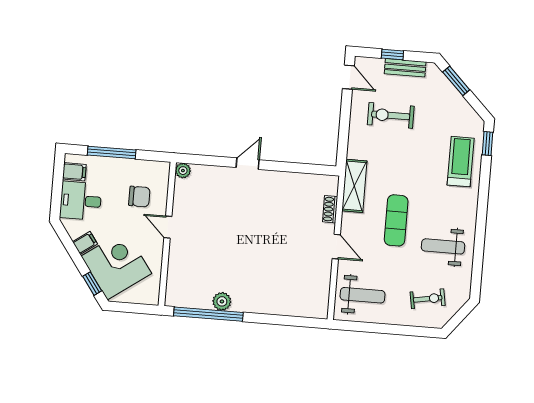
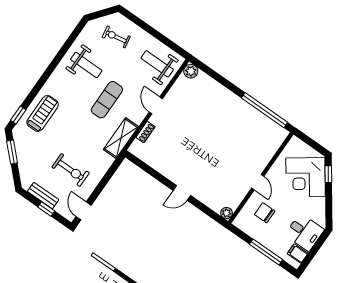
window: (456, 81) -> (12, 152), moved
treadmill: (461, 162) -> (43, 113), turned 180
filing cabinet: (85, 243) -> (318, 203), removed
plant: (222, 301) -> (191, 71), moved

